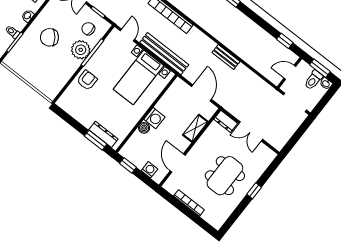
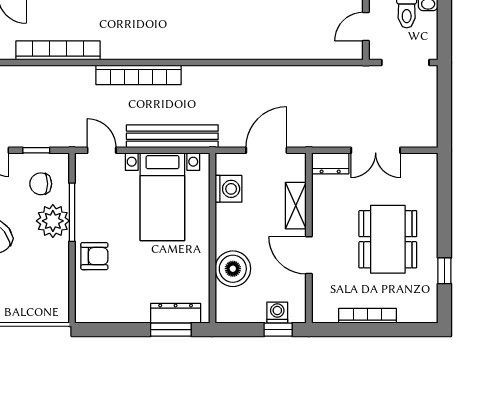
bench: (226, 57) -> (261, 74), removed
armchair: (87, 80) -> (94, 256), turned 90
door: (202, 93) -> (266, 150), hinge flipped
washing machine: (154, 118) -> (228, 189), moved
boiler: (144, 128) -> (233, 269), width x1.86, depth x1.86
door: (178, 163) -> (309, 255), moved
window: (128, 165) -> (278, 330), moved
window: (254, 191) -> (444, 271), moved

